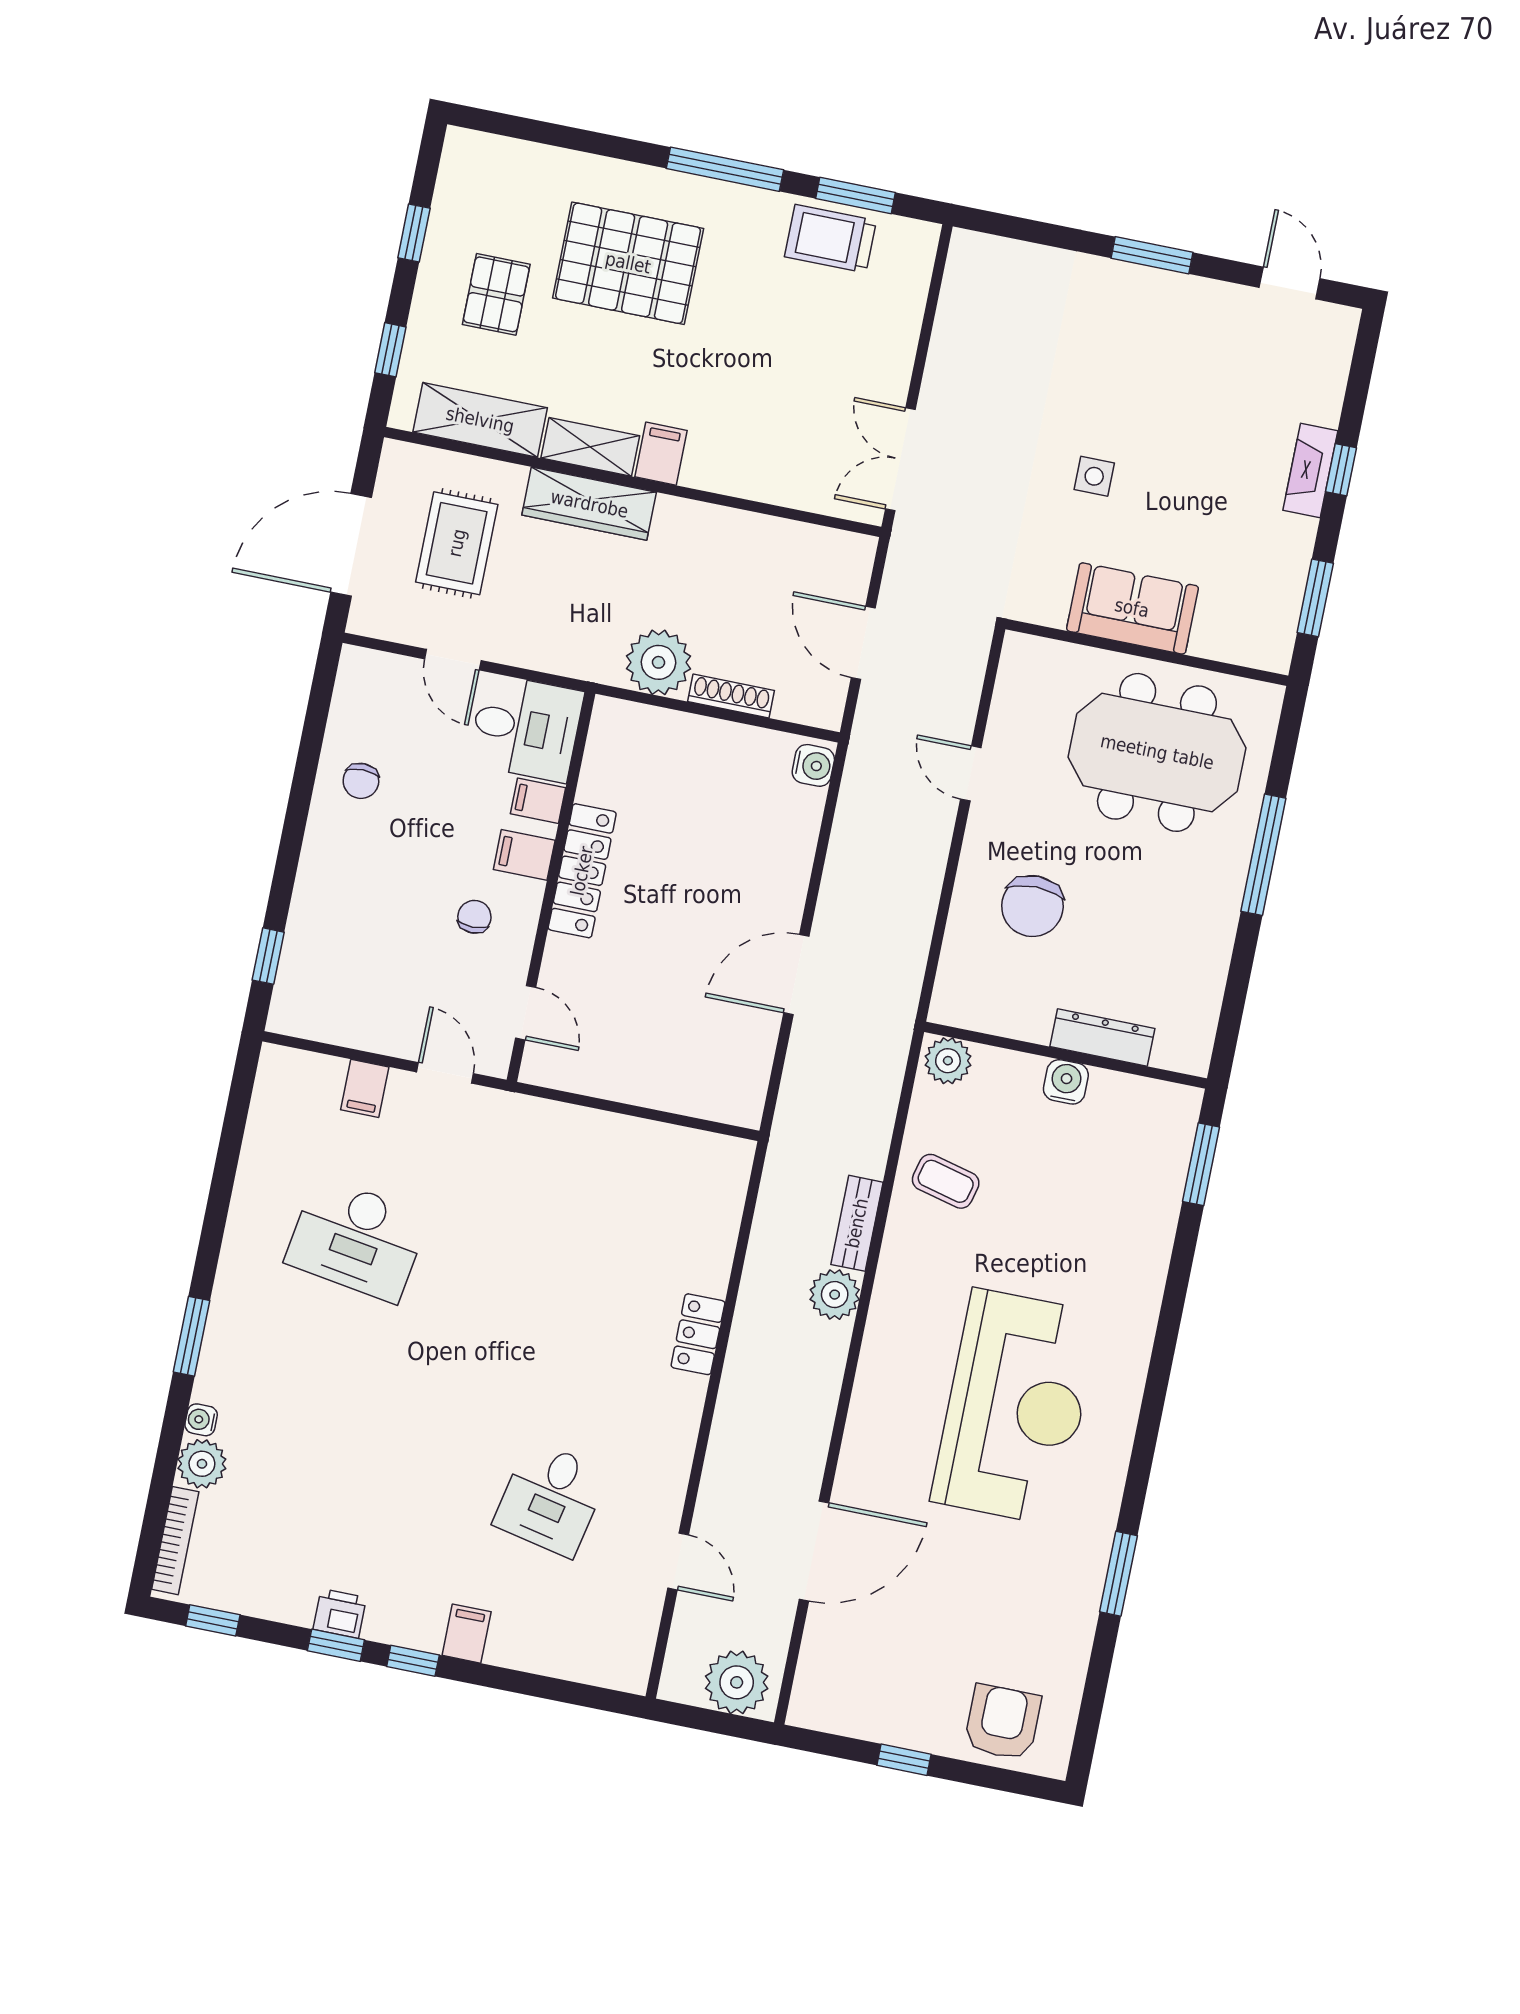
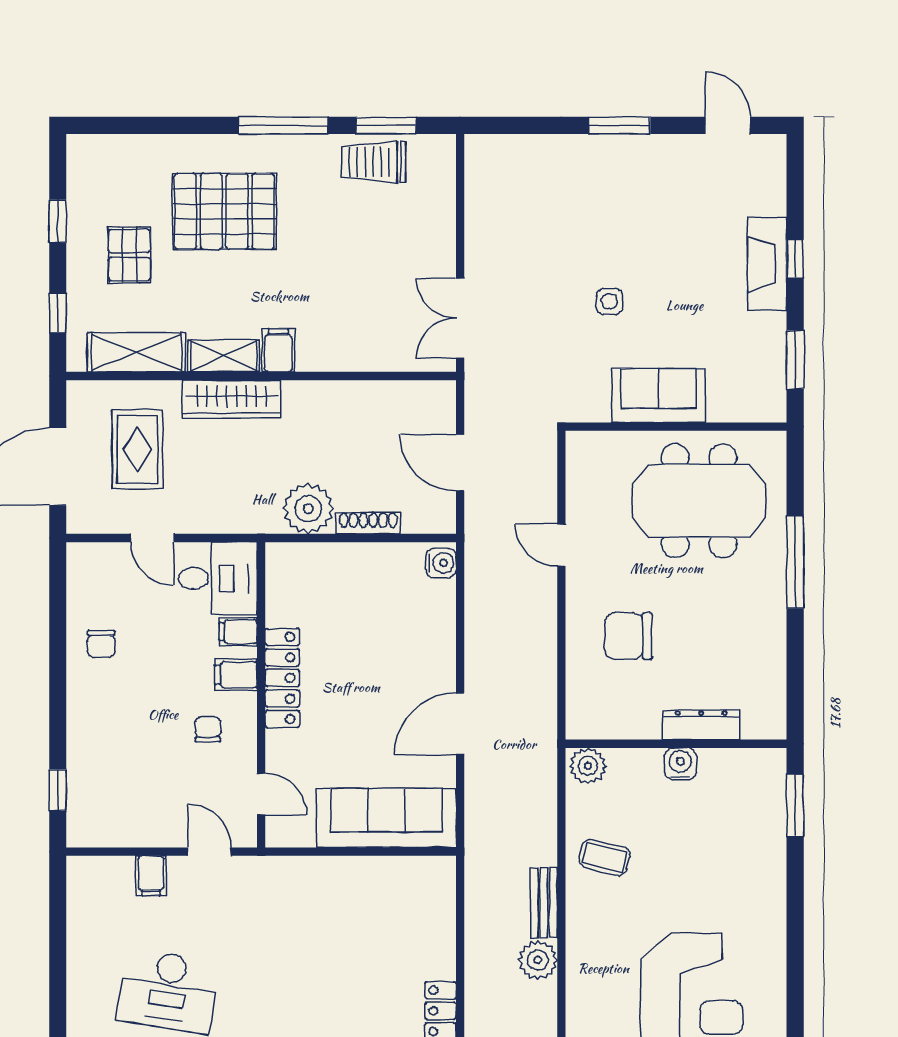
fireplace: (1310, 471) -> (767, 264), width x1.37, depth x1.32
chair: (1032, 906) -> (628, 636), turned 90
sofa: (679, 1075) -> (386, 818), added

